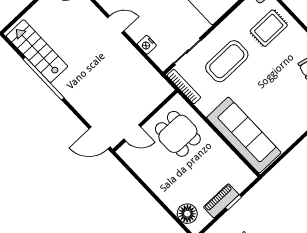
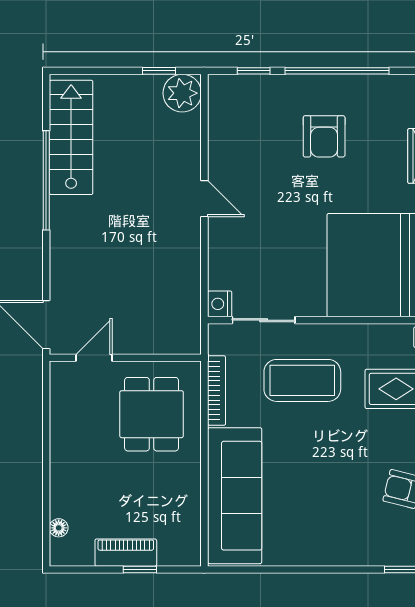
nightstand: (147, 45) -> (220, 304), moved
bookcase: (184, 87) -> (217, 391), moved
door: (132, 133) -> (94, 358), swing flipped
floor lamp: (187, 214) -> (59, 528), width x0.53, depth x0.53

